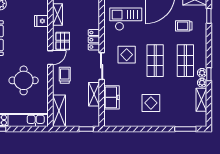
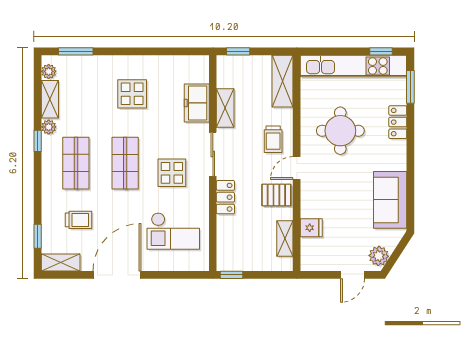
pallet: (63, 41) -> (276, 195), turned 90
plant: (202, 73) -> (49, 71), moved

